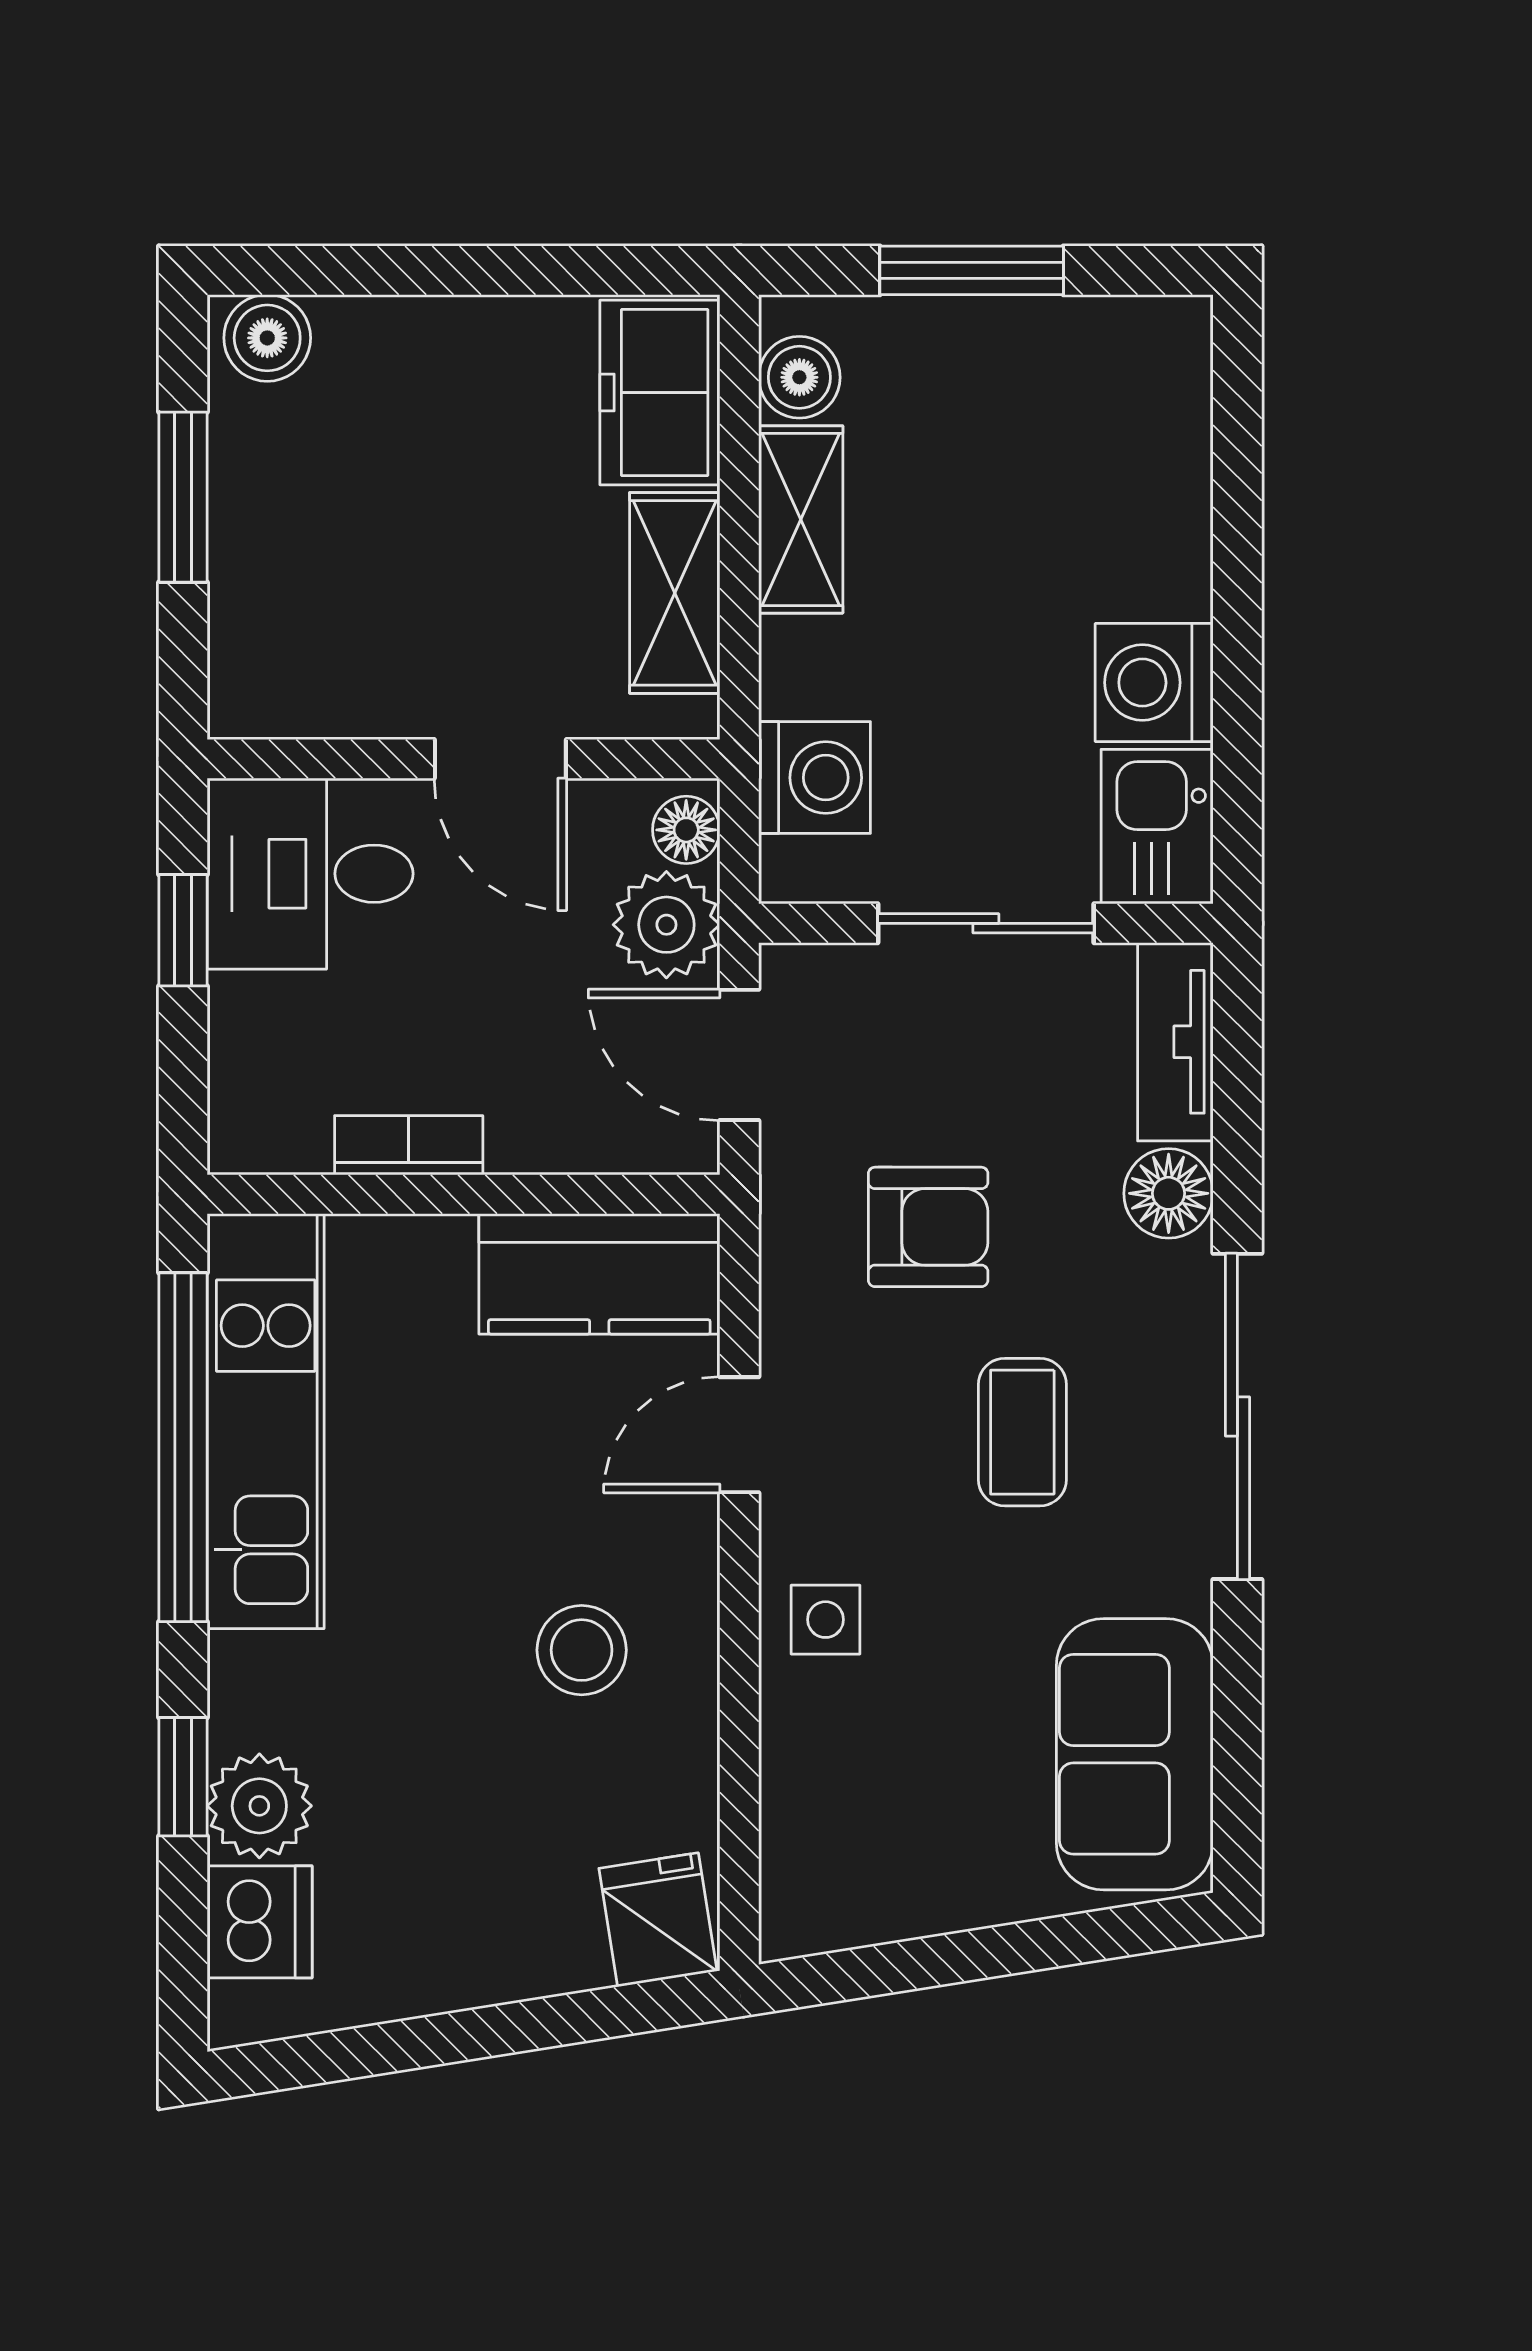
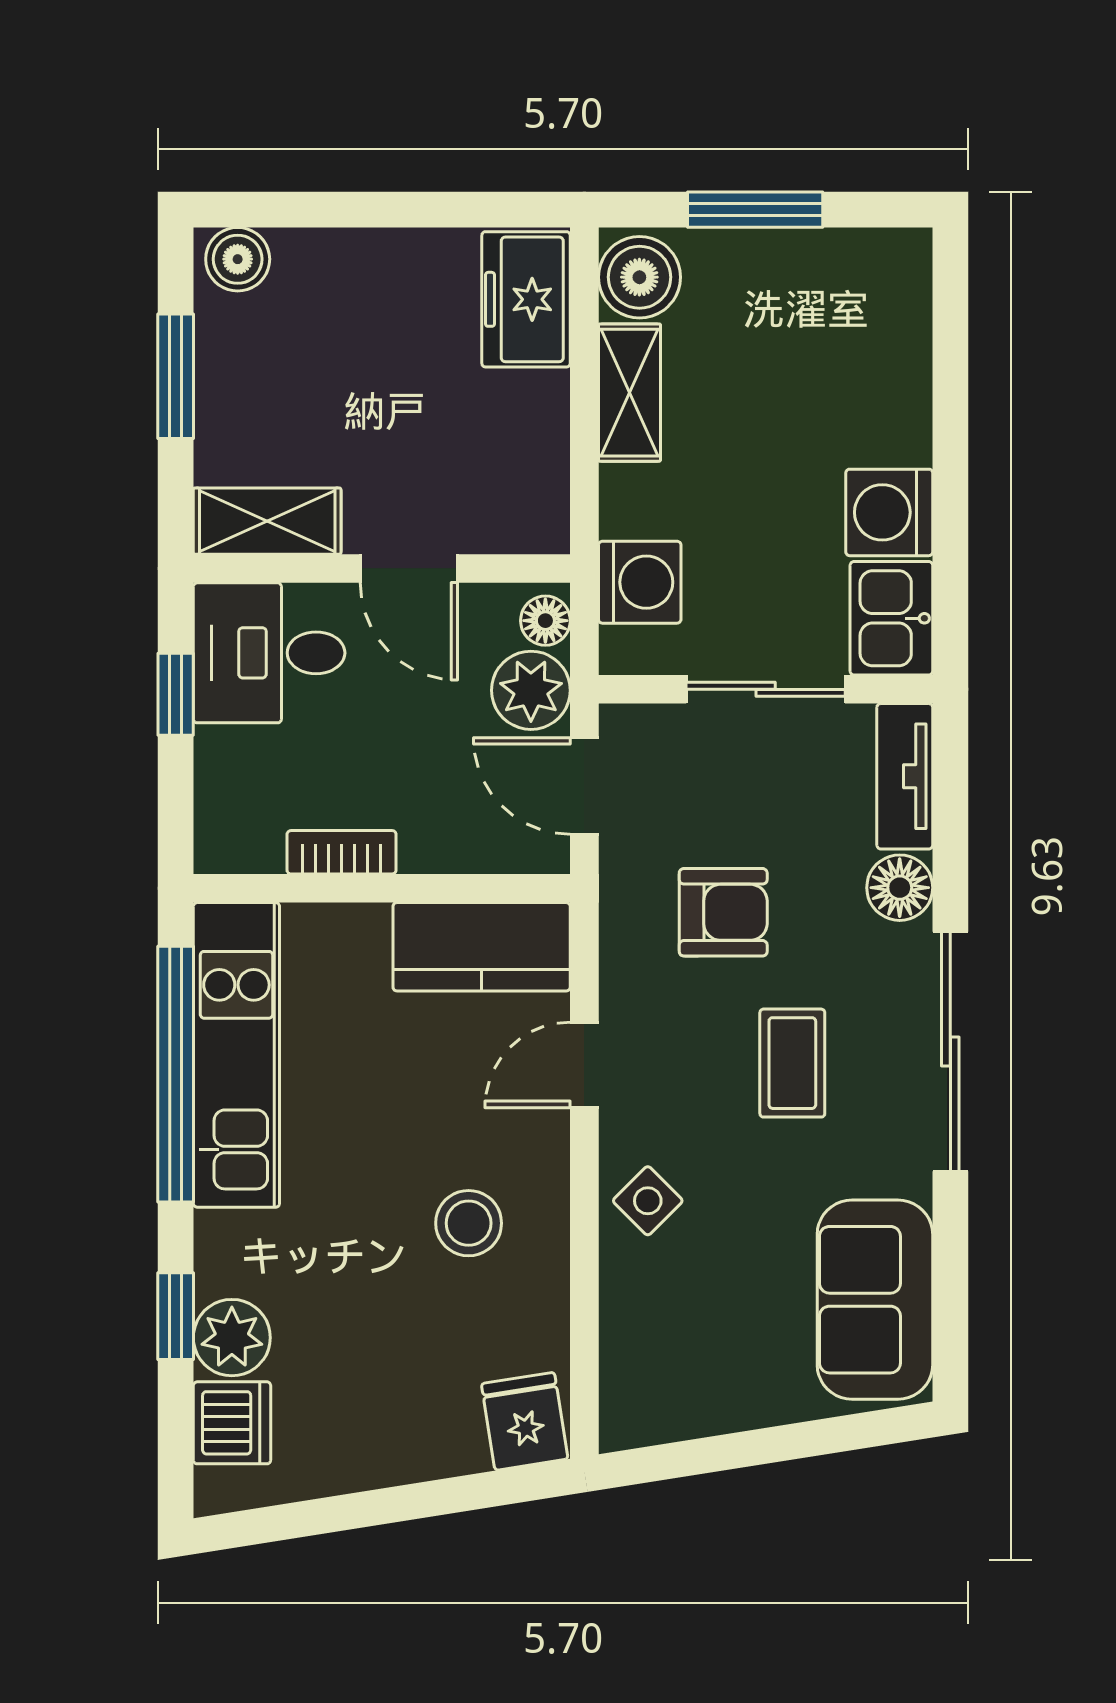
boiler: (799, 377) -> (639, 277), width x1.36, depth x1.36
shelving: (675, 593) -> (267, 521), moved, turned 90
side table: (826, 1620) -> (648, 1201), turned 45

